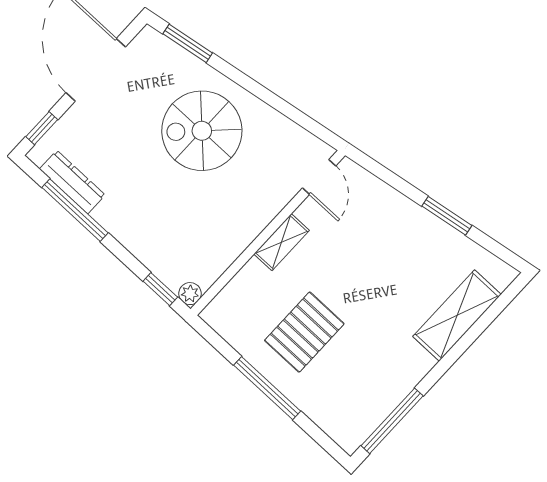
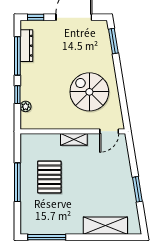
spiral stairs: (202, 131) -> (89, 92), moved
window: (160, 289) -> (17, 95), moved
plant: (190, 294) -> (26, 106), moved
pallet: (304, 332) -> (49, 177), turned 90

